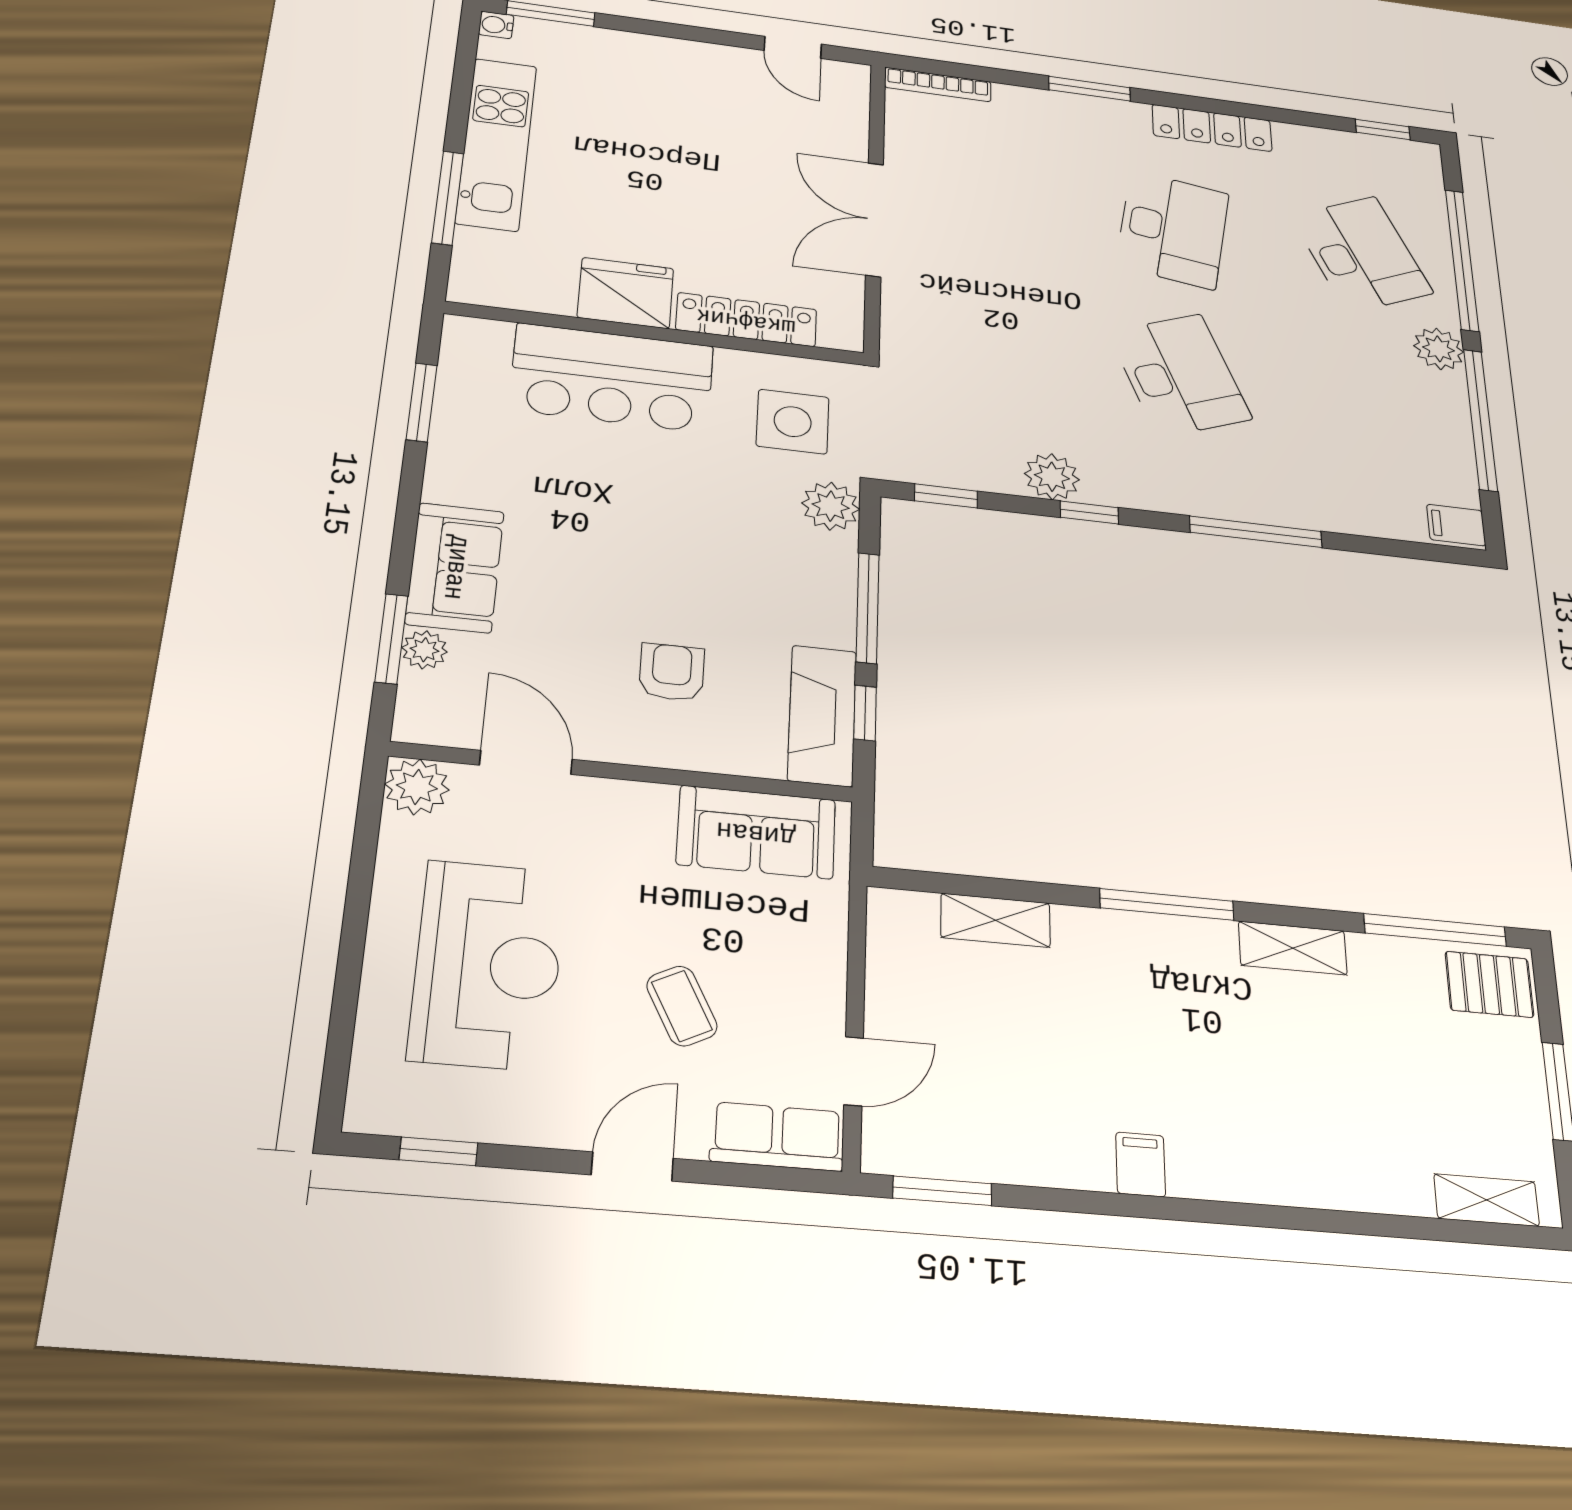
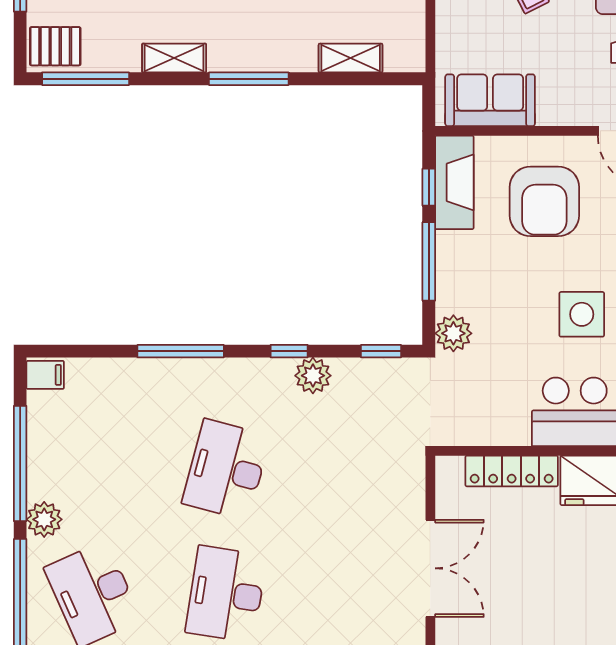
desk: (1180, 375) -> (226, 470), turned 36
side table: (793, 422) -> (582, 314), moved
armchair: (672, 672) -> (544, 201), width x1.88, depth x1.88

